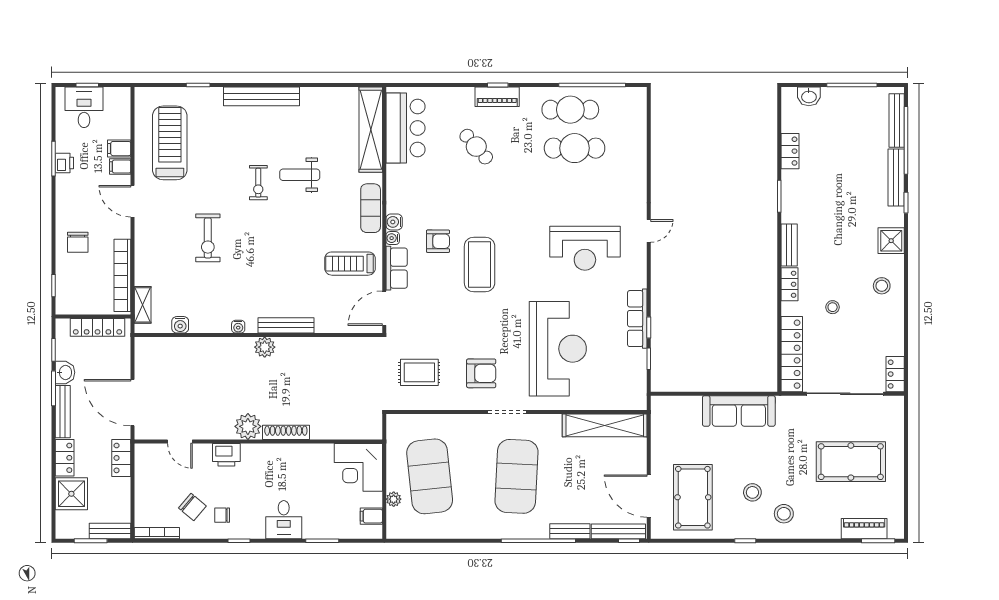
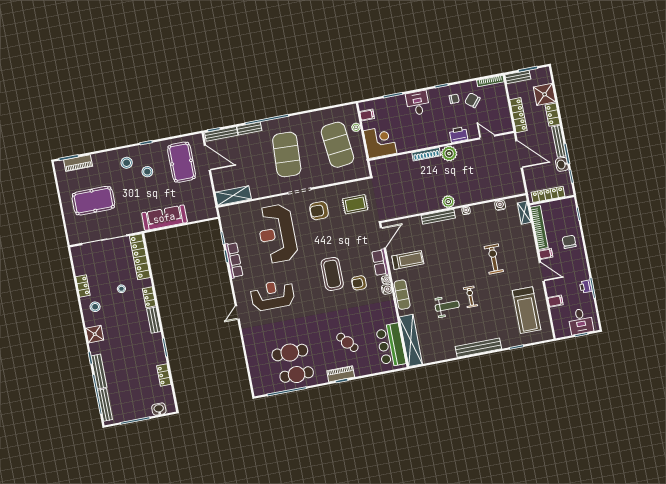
filing cabinet: (120, 166) -> (546, 254), moved
locker: (895, 374) -> (83, 286), moved
shelving: (605, 425) -> (233, 196), width x0.68
locker: (121, 458) -> (518, 115), width x1.53

